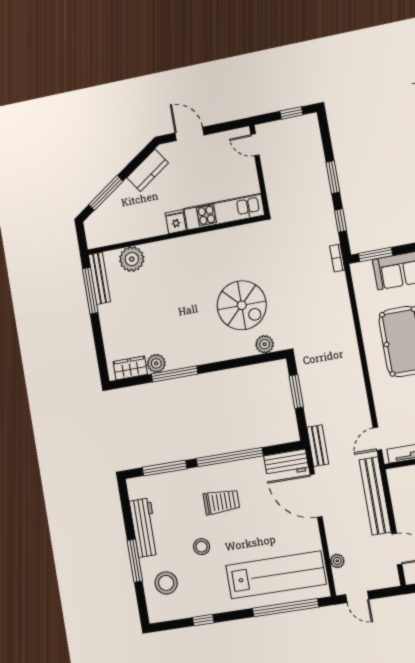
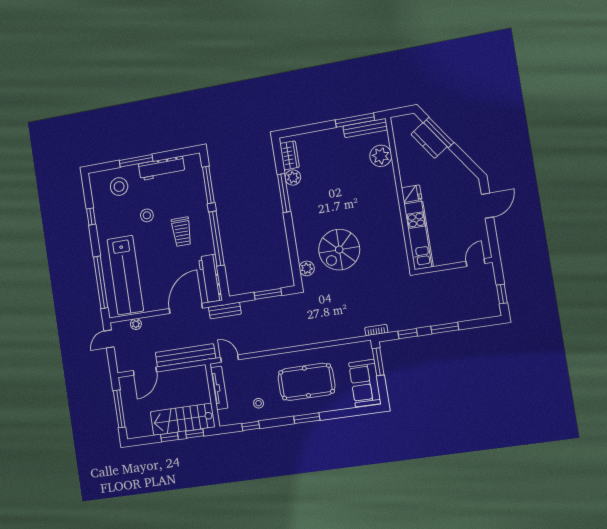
kitchen counter: (148, 170) -> (429, 140), moved
workbench: (286, 463) -> (210, 279), width x1.38

